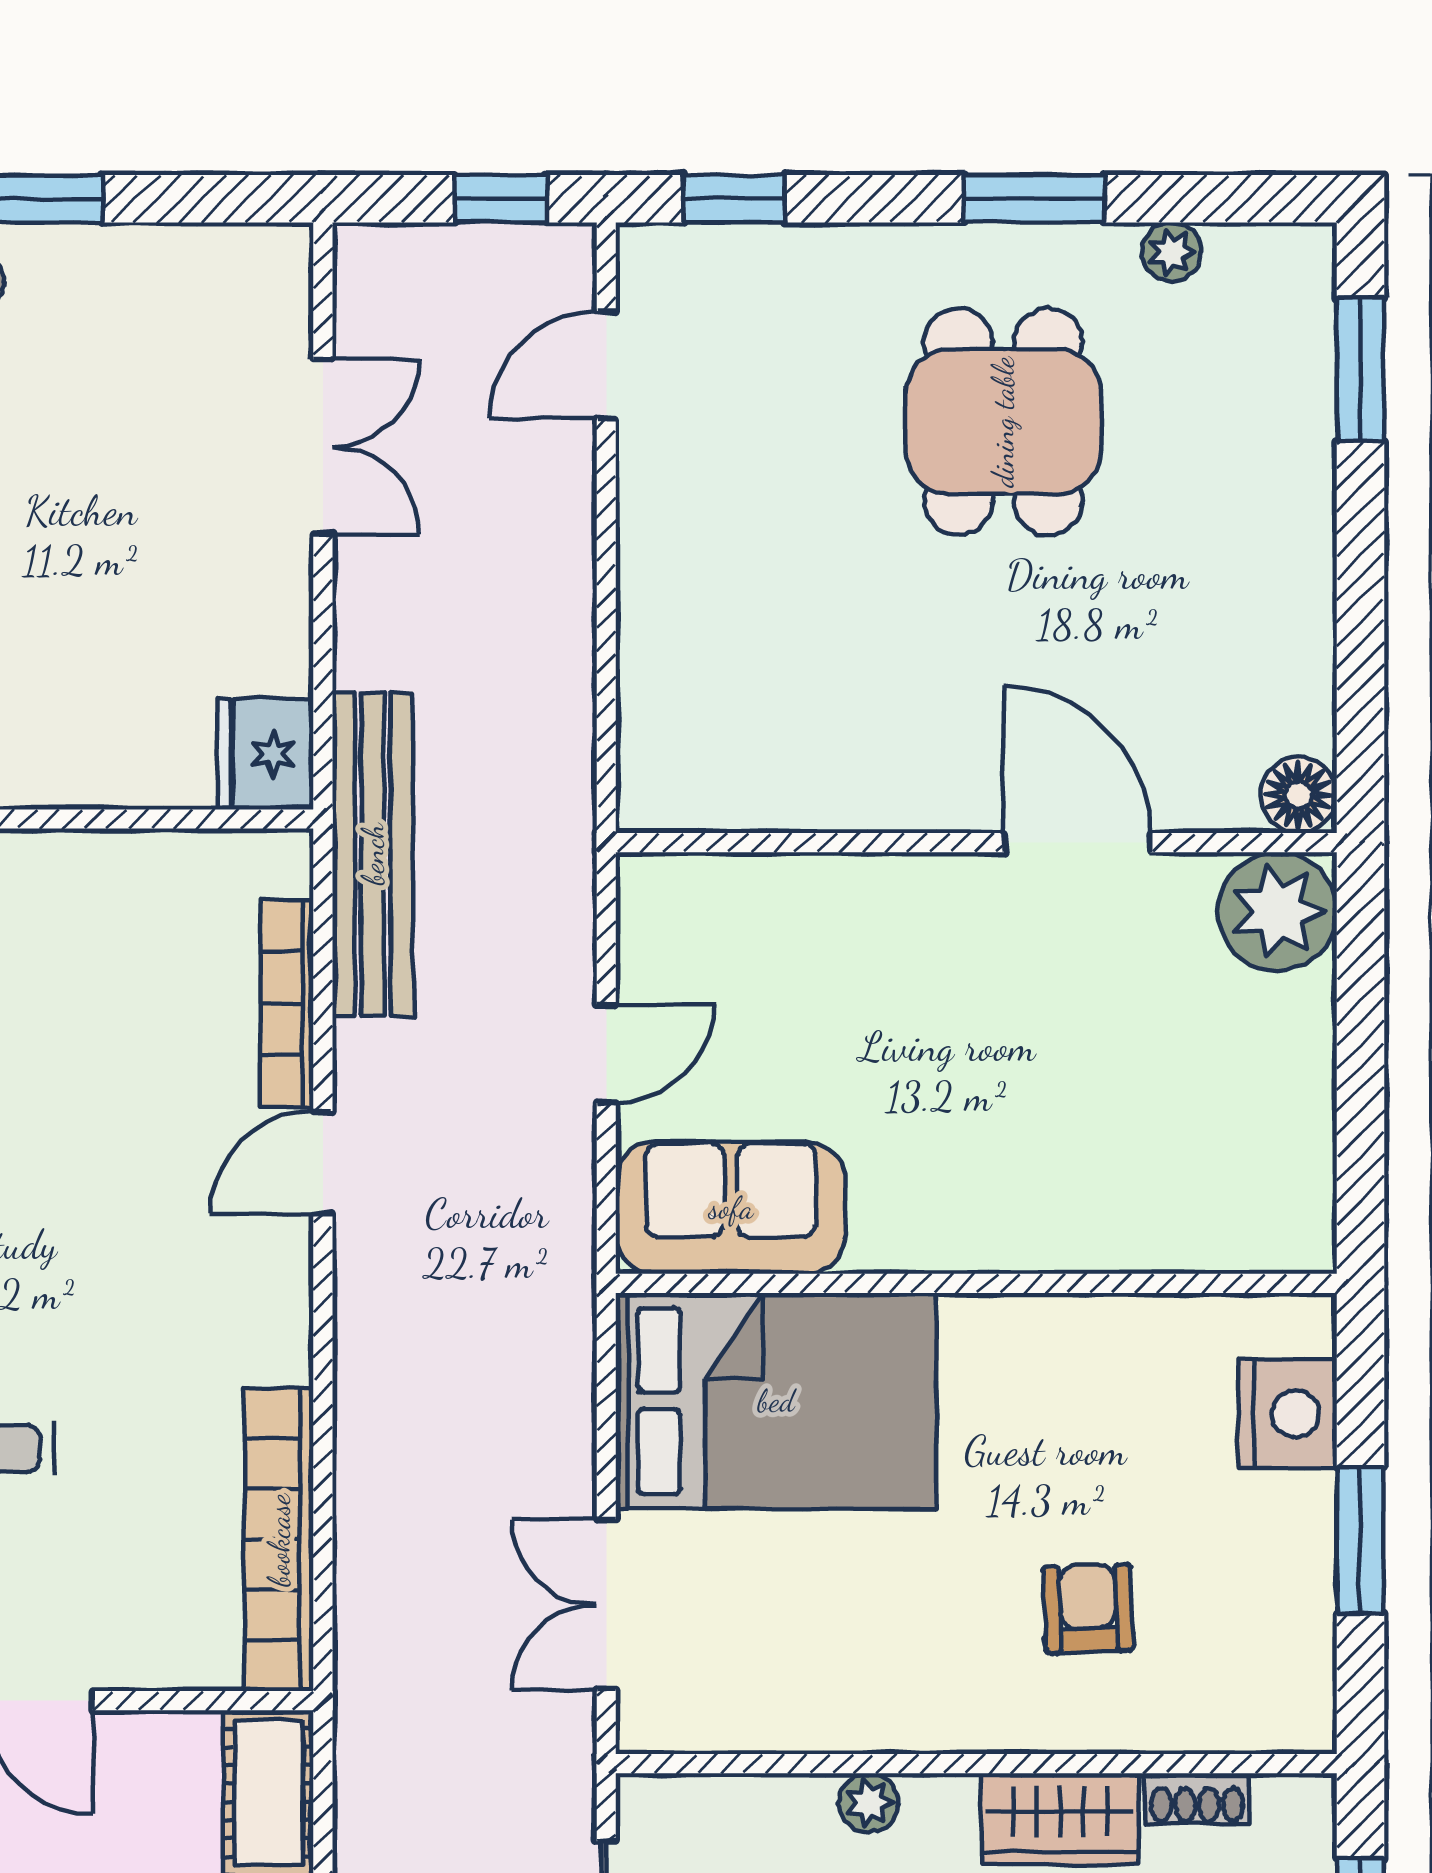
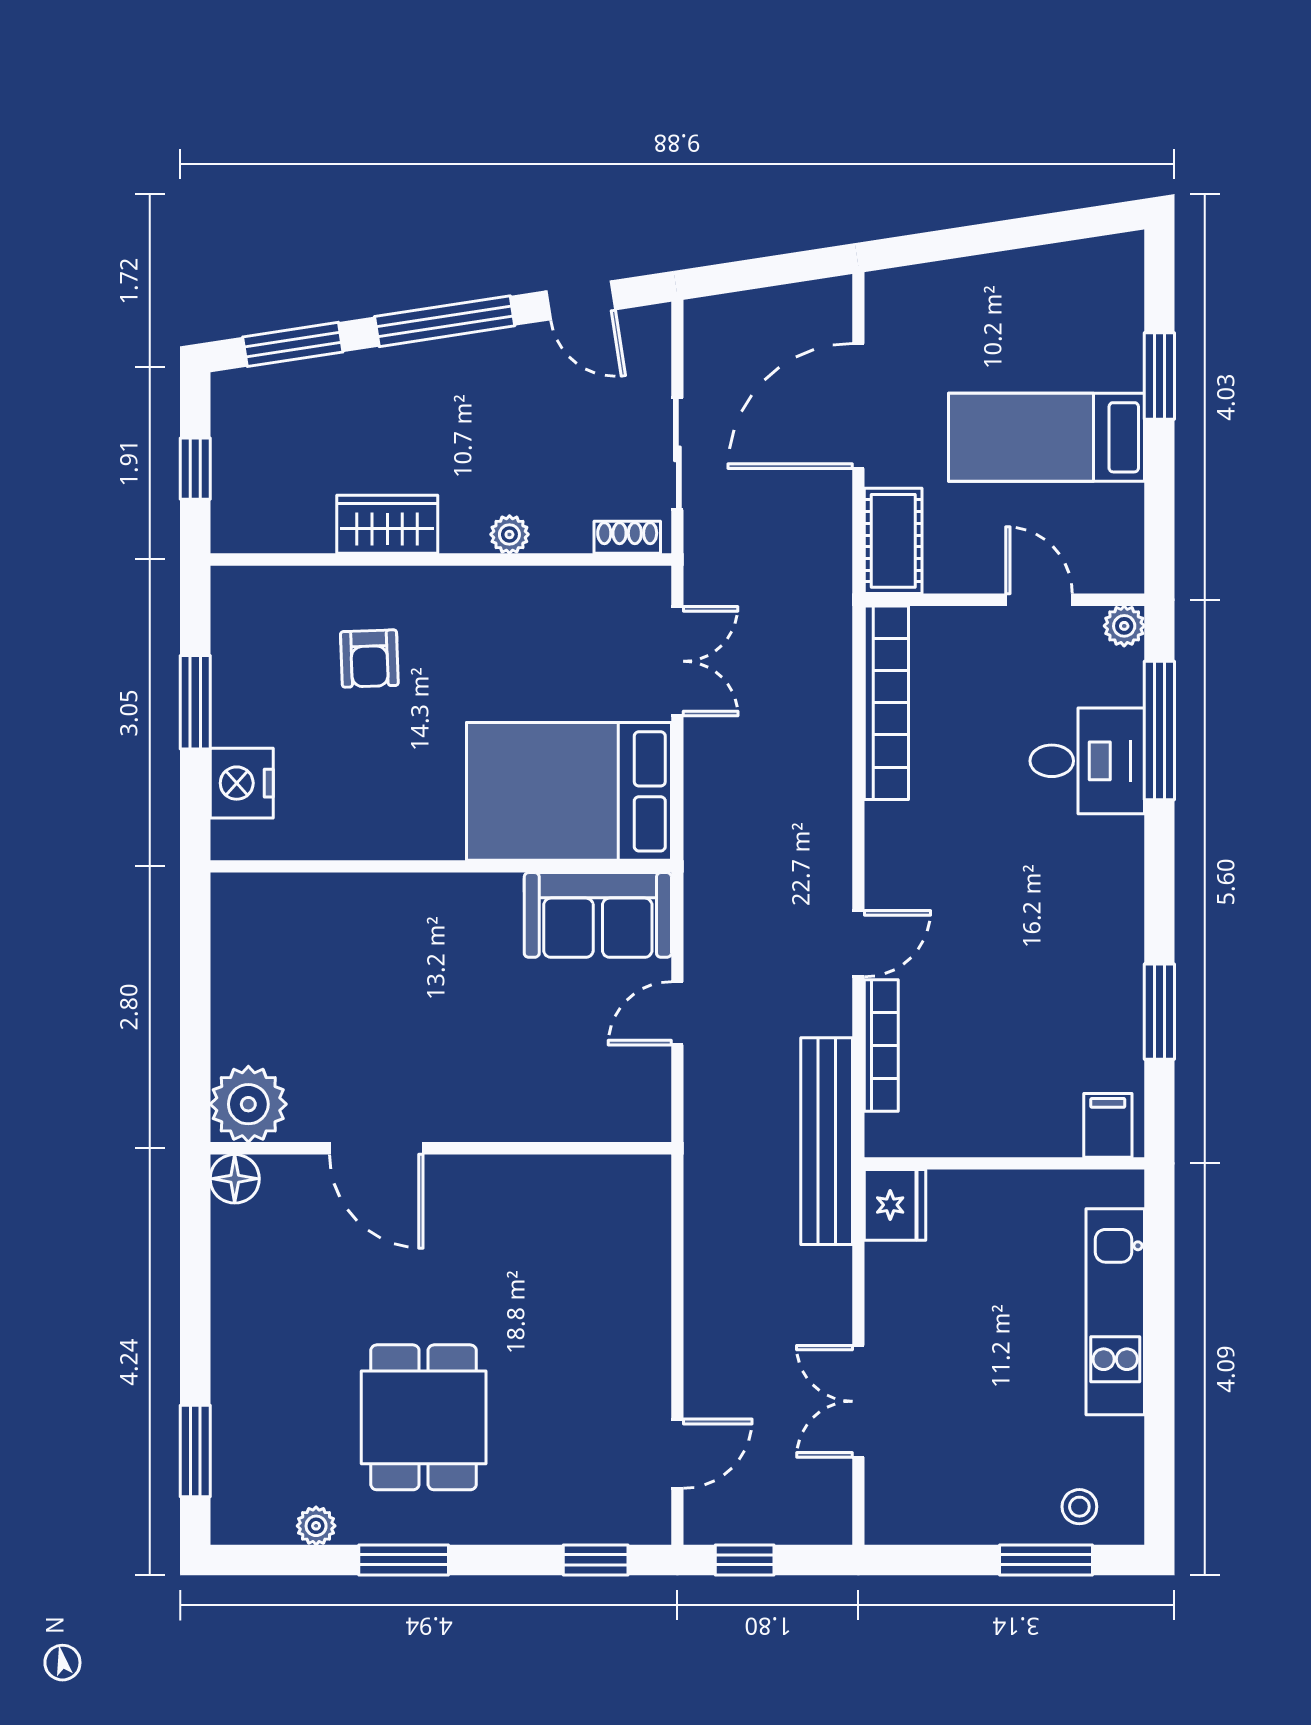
shoe rack: (1197, 1798) -> (627, 537), moved

